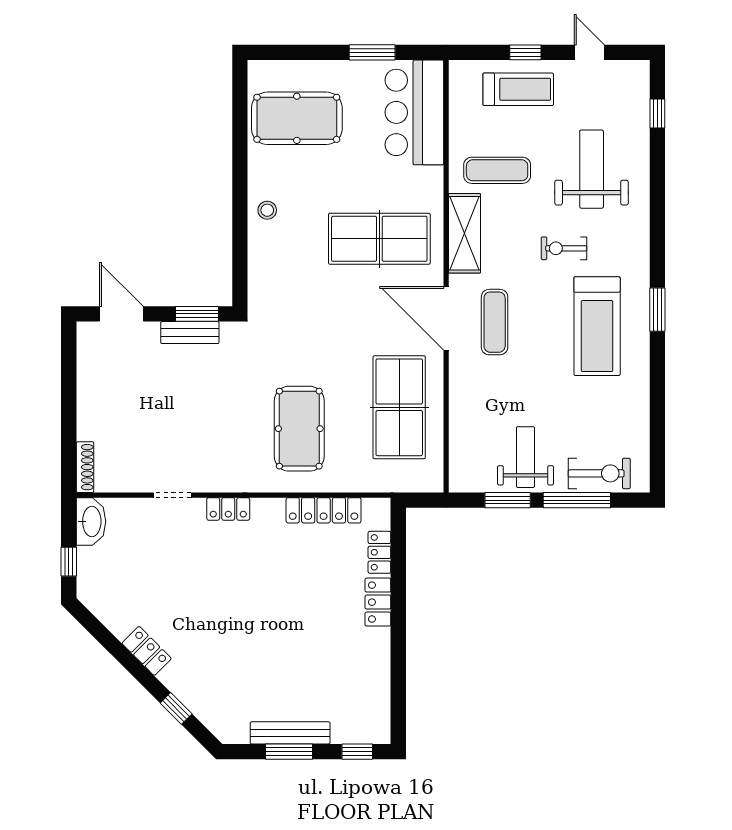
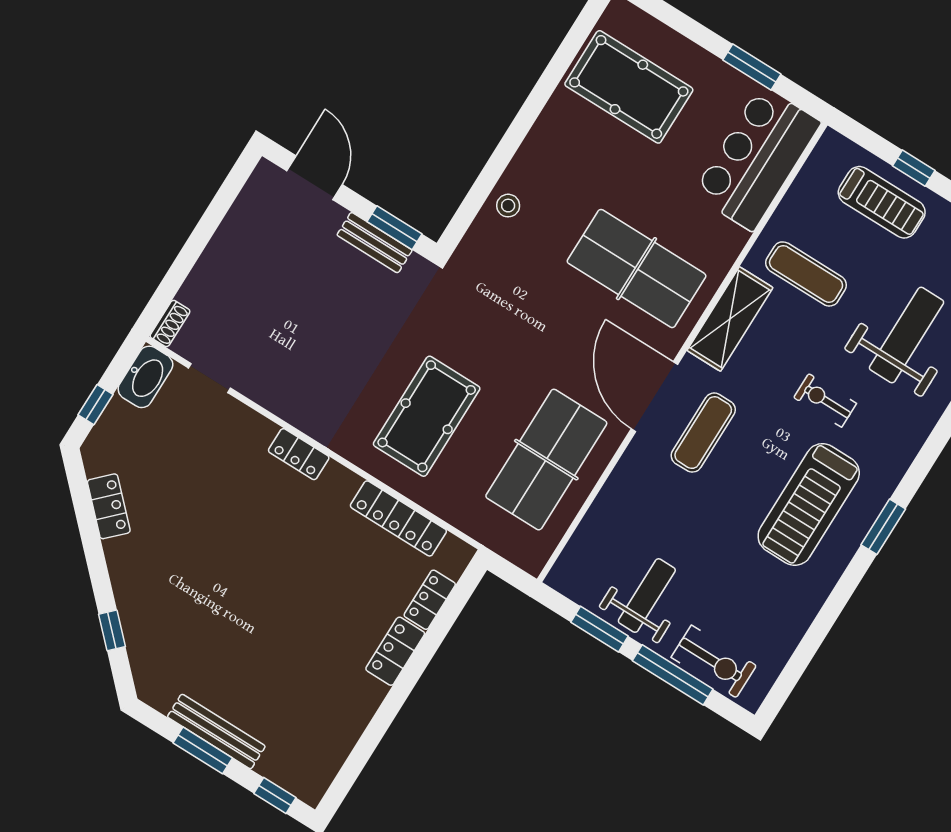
stool: (267, 210) -> (508, 206), moved
shoe rack: (85, 467) -> (170, 323), width x0.70
doorway: (172, 495) -> (210, 378), moved
locker: (147, 651) -> (109, 506), moved

